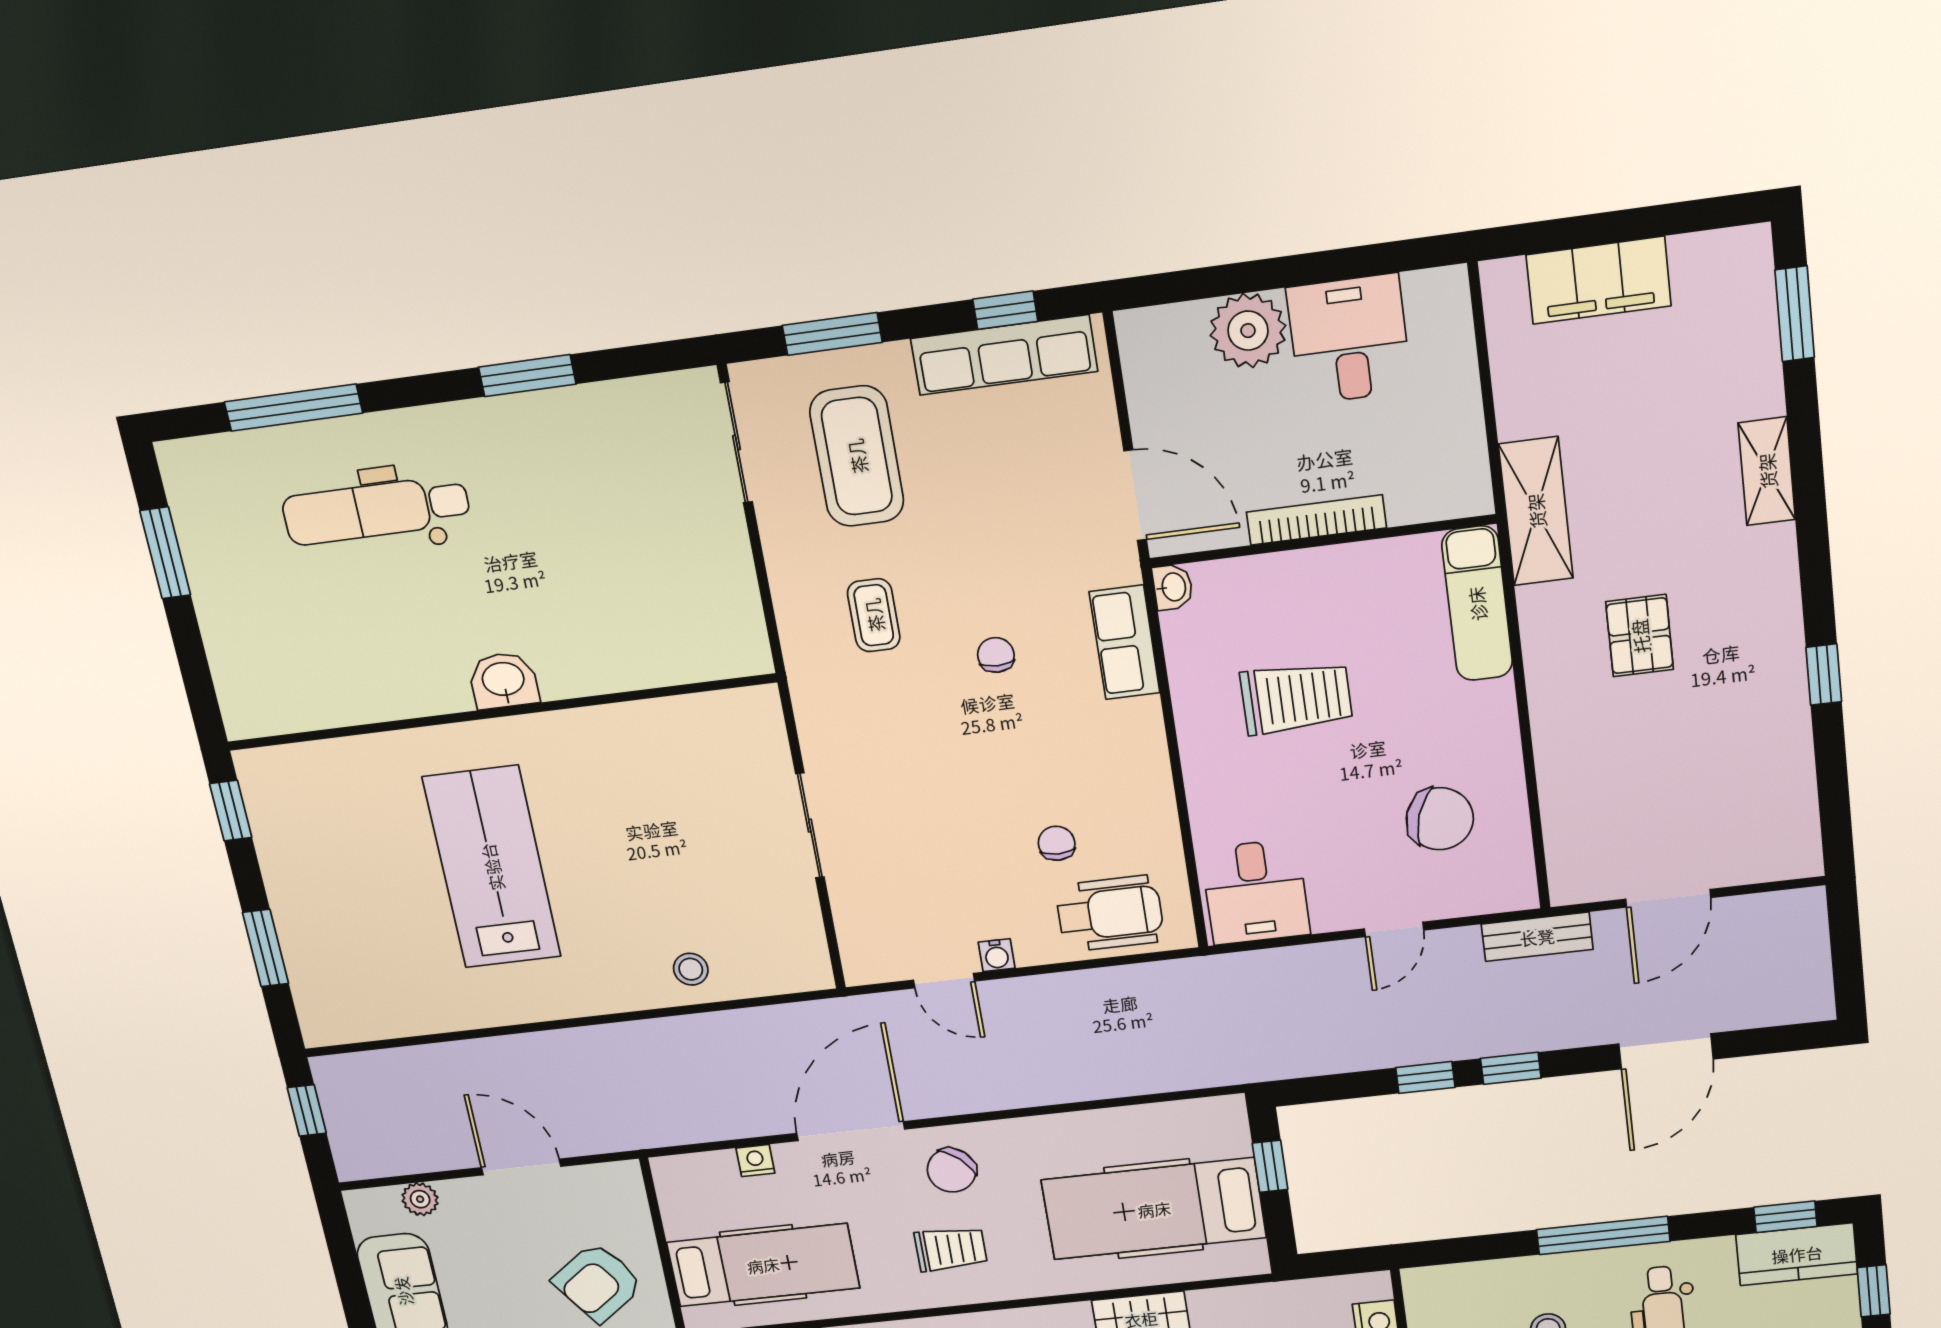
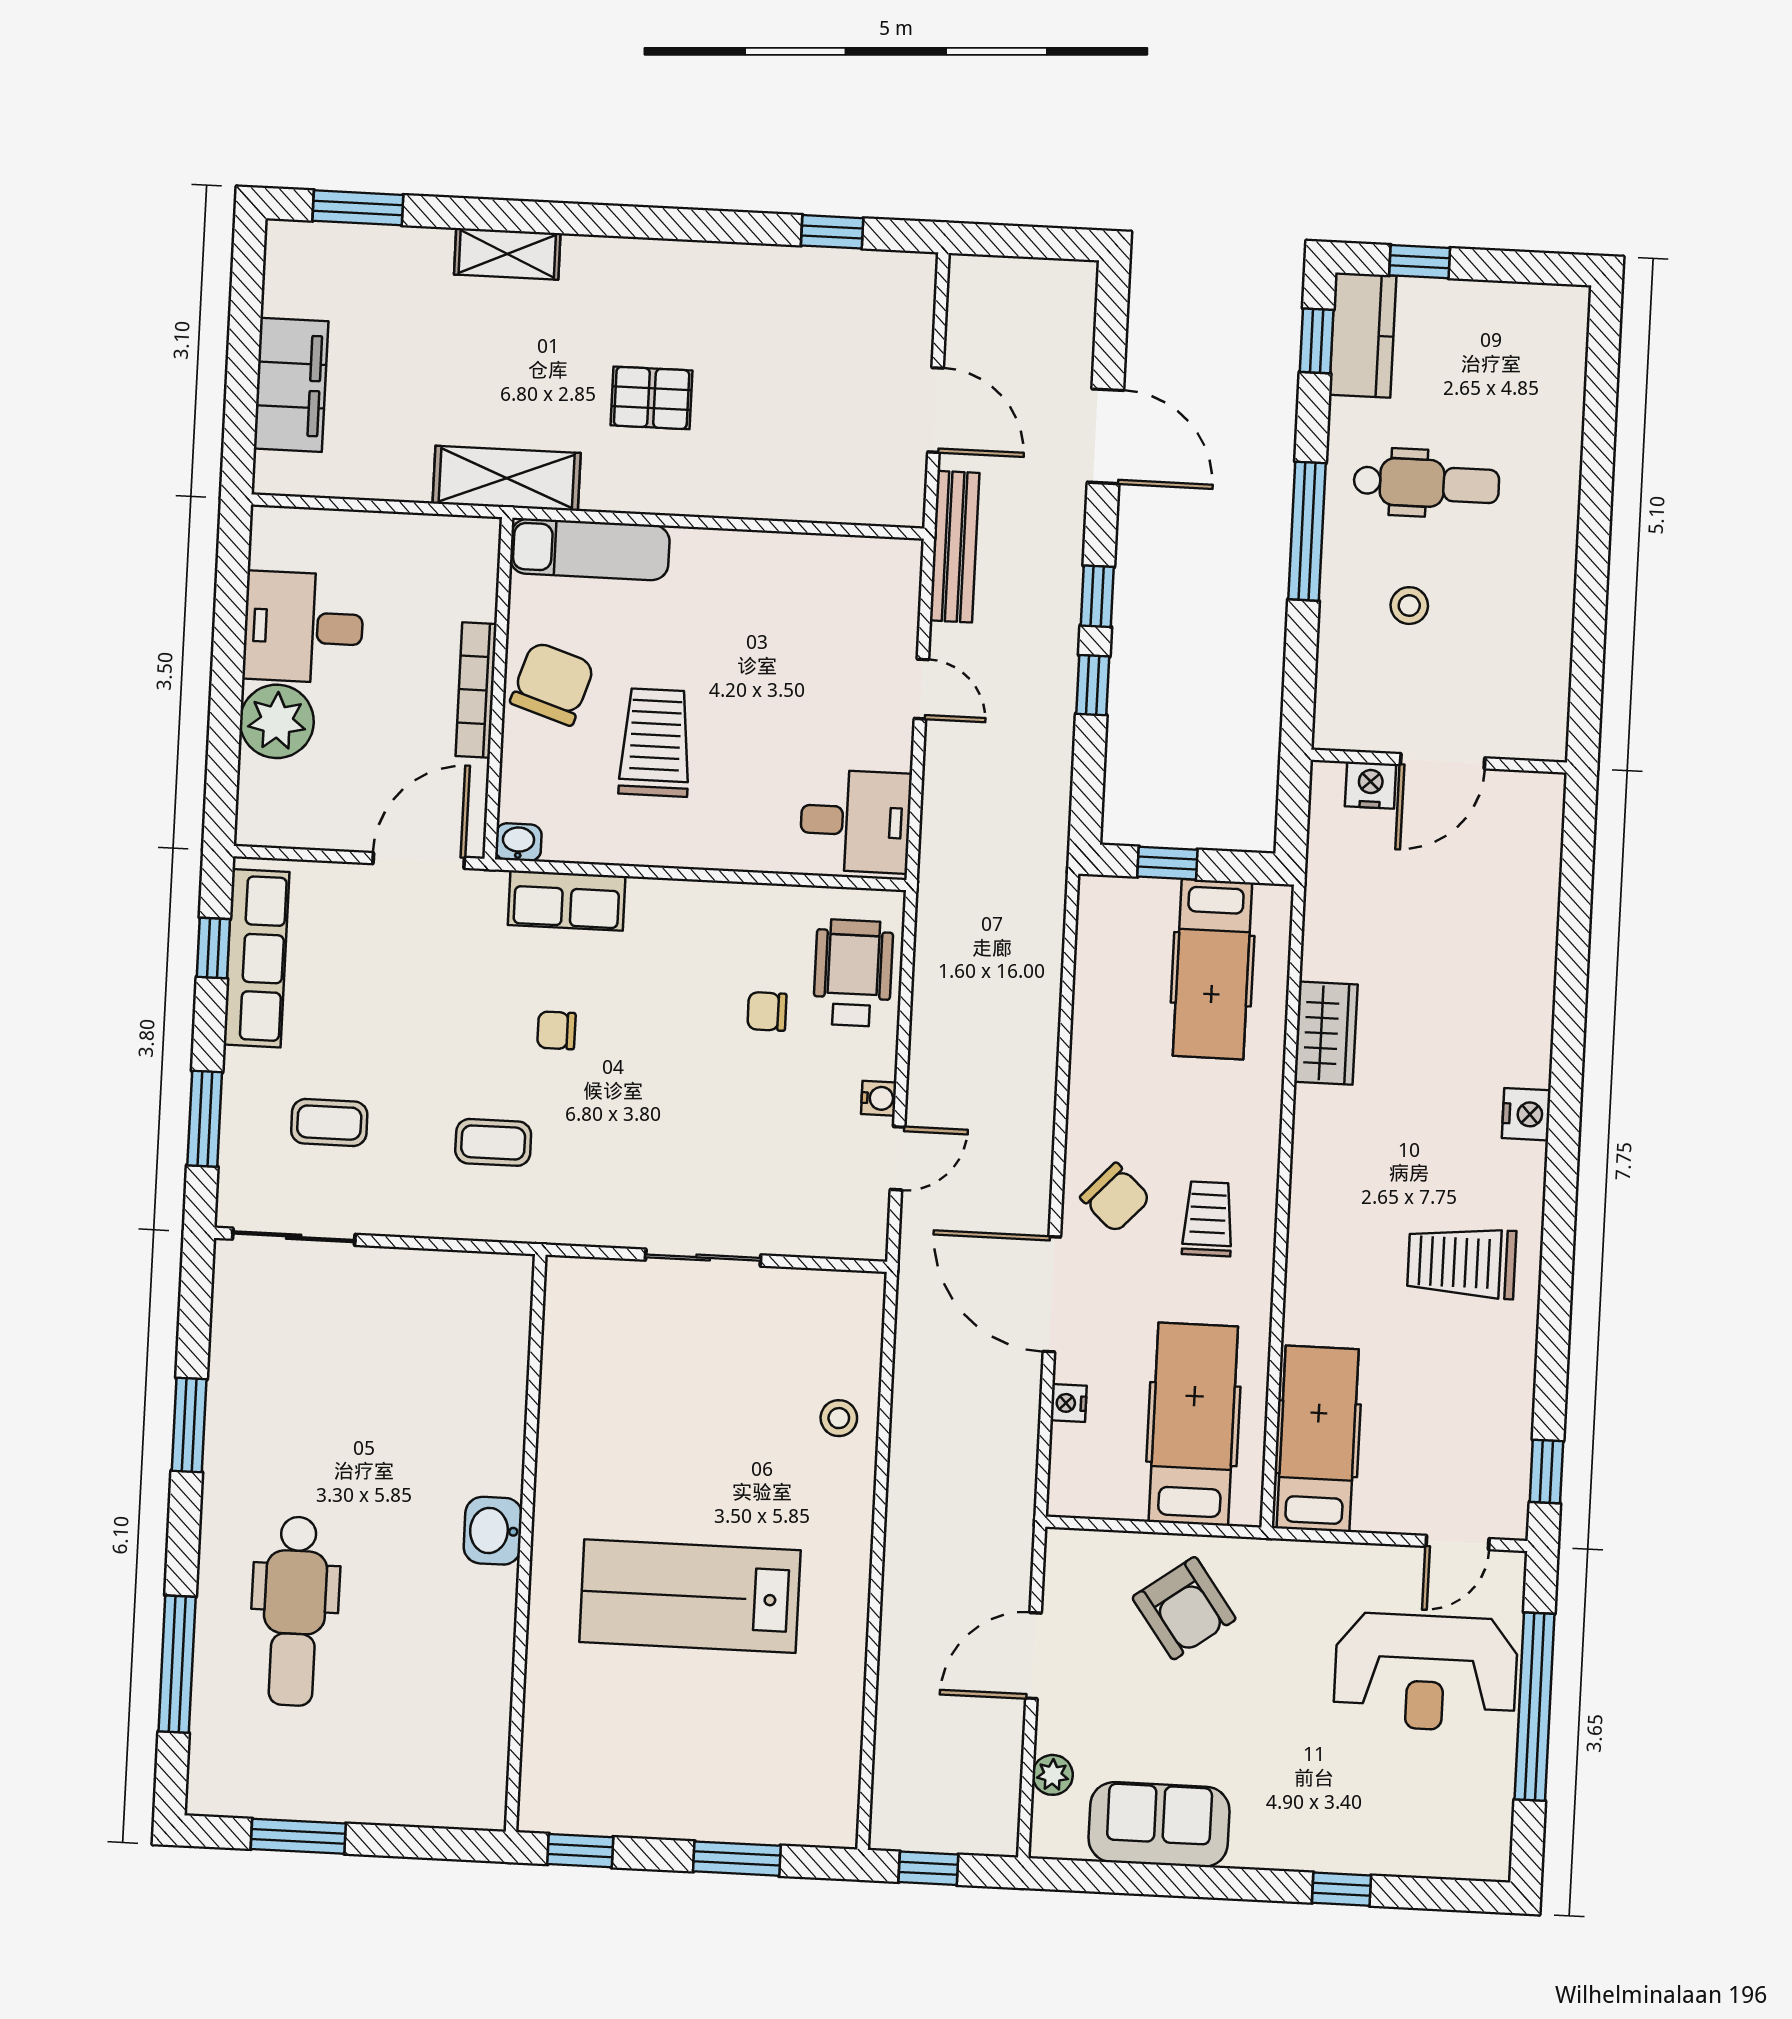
coffee table: (857, 456) -> (329, 1123), width x0.54, depth x0.58
window: (1824, 675) -> (832, 232), moved
chair: (1440, 819) -> (552, 684), moved
bench: (1537, 937) -> (955, 547), width x1.36
hospital bed: (1154, 1209) -> (1213, 969), width x0.73, depth x0.78

